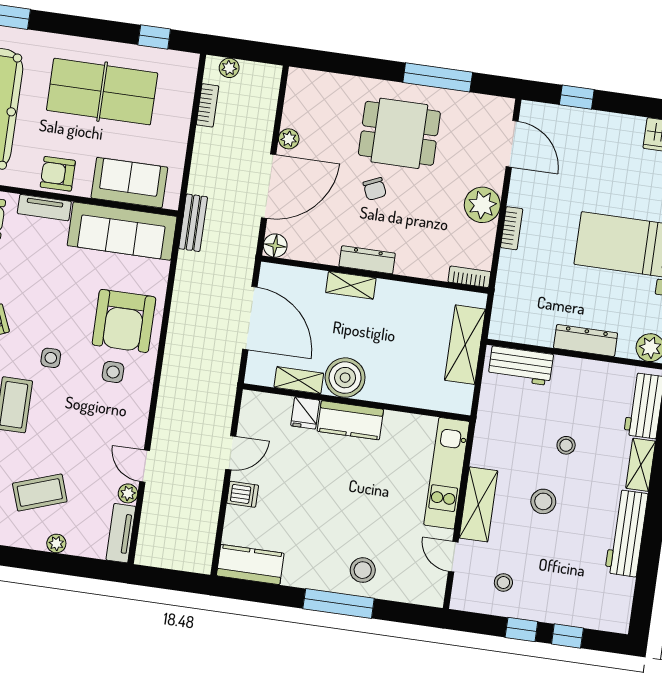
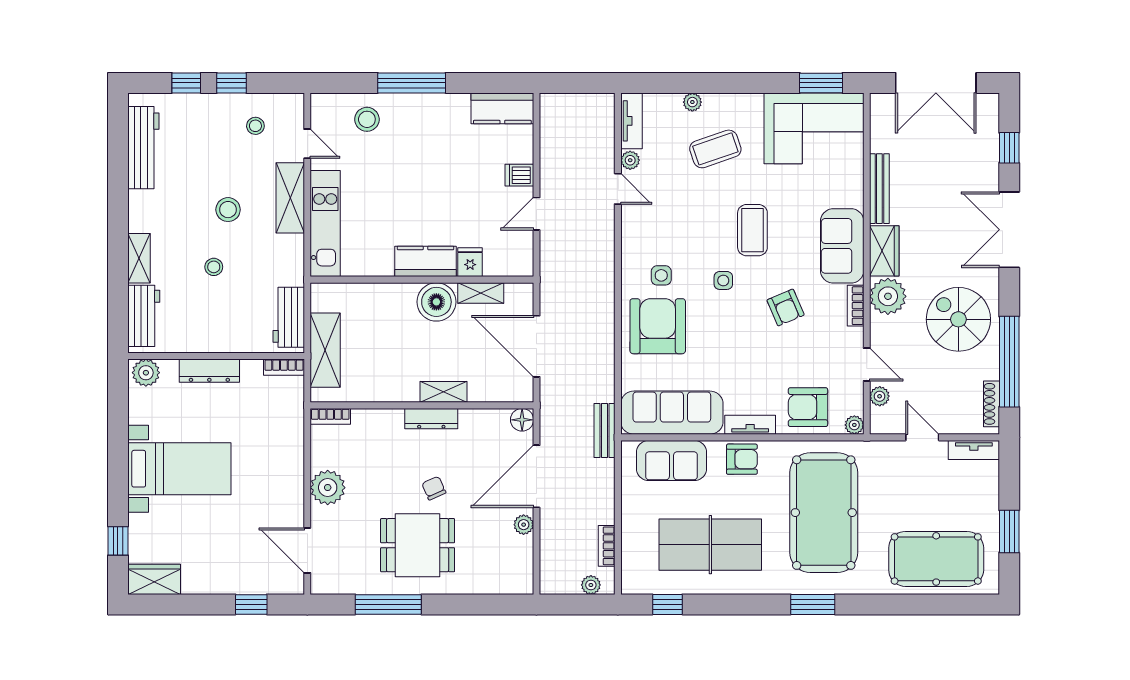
bookcase: (512, 228) -> (284, 367), moved, turned -90
workbench: (521, 366) -> (289, 317), moved, turned -90
workbench: (626, 533) -> (143, 148), moved
stool: (363, 570) -> (367, 119), moved

